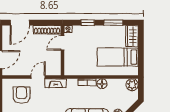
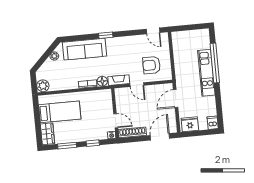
door: (62, 43) -> (116, 121), hinge flipped
door: (38, 77) -> (137, 85), hinge flipped
floor lamp: (102, 84) -> (102, 81), moved
armchair: (21, 95) -> (151, 65), turned 90

